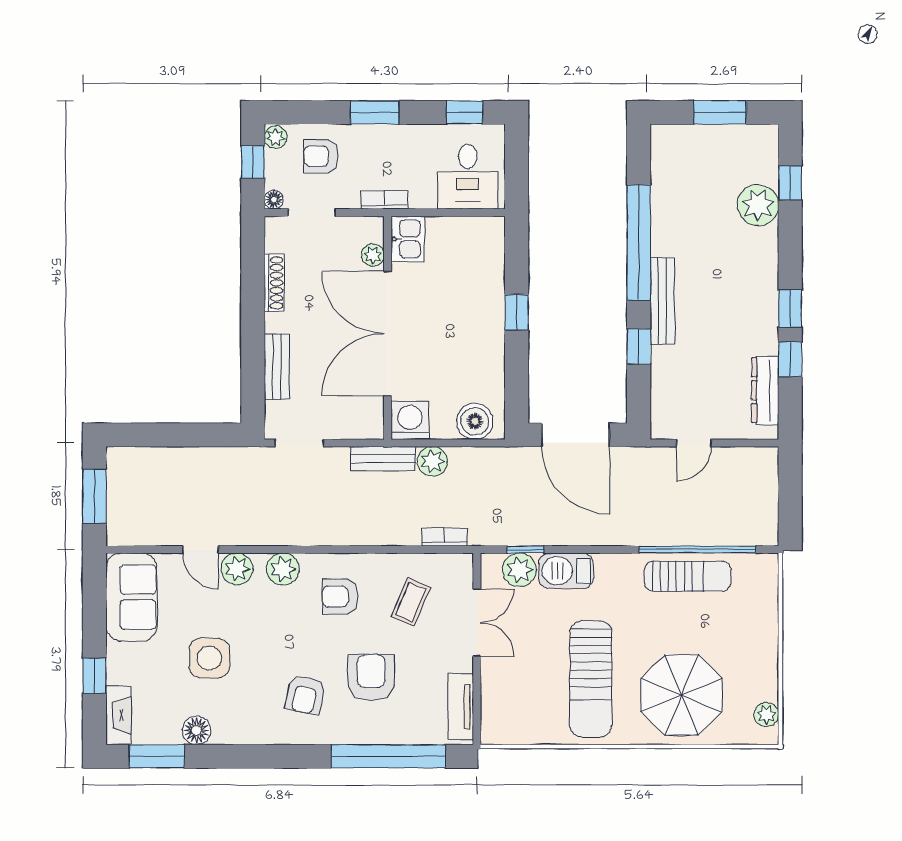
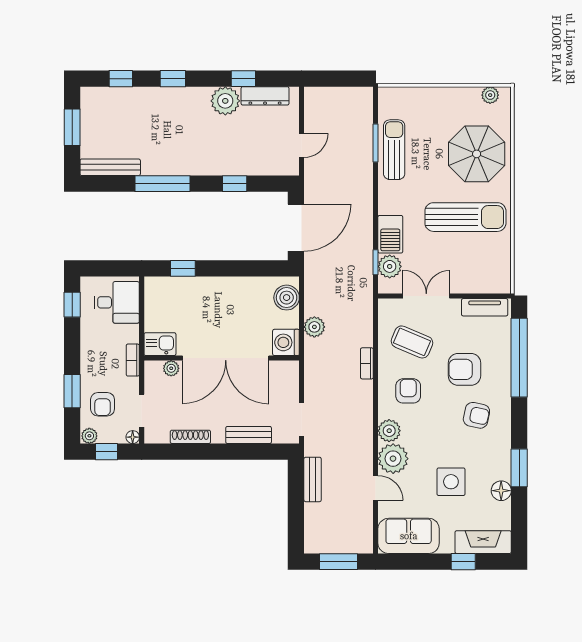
window: (375, 112) -> (72, 391), moved
plant: (758, 205) -> (225, 101), moved
window: (639, 242) -> (162, 184), width x0.68
bench: (662, 301) -> (110, 167), moved
window: (790, 308) -> (173, 79), moved
window: (517, 312) -> (183, 268), moved
door: (694, 443) -> (302, 145), hinge flipped
bench: (383, 459) -> (313, 479), moved
bookcase: (445, 537) -> (367, 363), moved
door: (200, 550) -> (376, 488), hinge flipped
window: (697, 550) -> (376, 143), width x0.47
plant: (237, 569) -> (393, 459), width x1.36, depth x1.36
armchair: (340, 596) -> (408, 391), turned 180
coffee table: (411, 602) -> (412, 342), width x1.36, depth x1.30
fireplace: (118, 715) -> (483, 542), width x1.37, depth x1.32
window: (157, 756) -> (519, 468), moved

